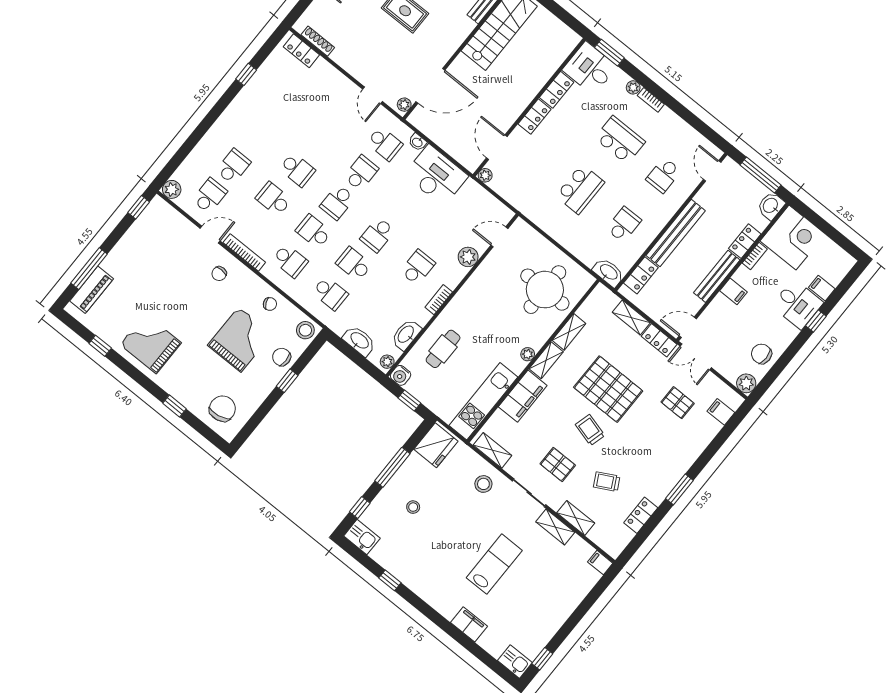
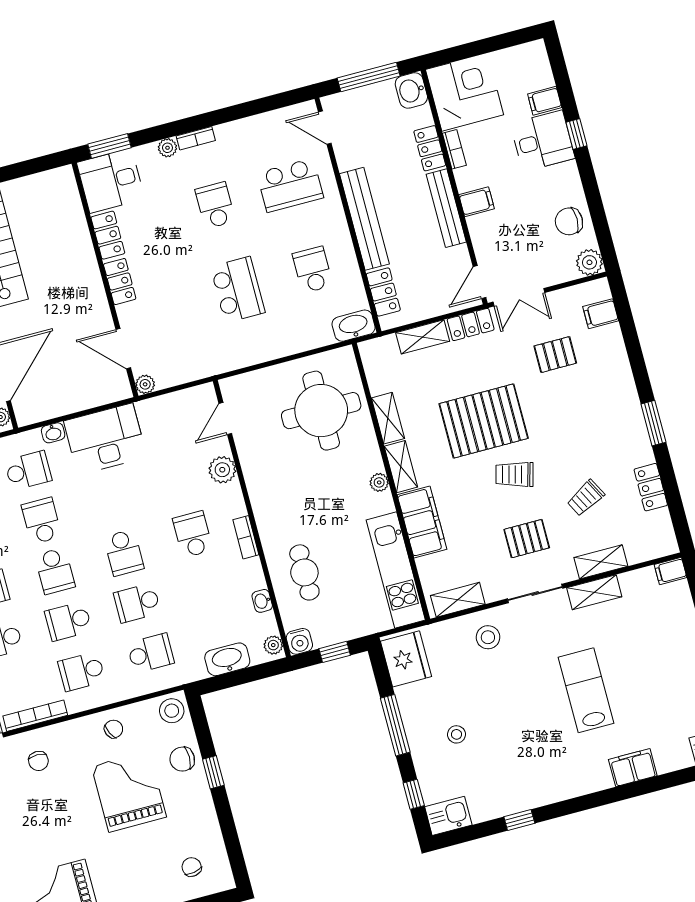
school desk: (620, 140) -> (215, 205), width x0.54
school desk: (664, 175) -> (290, 185), width x1.85
school desk: (290, 261) -> (82, 671), turned 180
washbasin: (406, 335) -> (262, 601), width x0.52, depth x0.69
chair: (222, 409) -> (192, 867), width x0.54, depth x0.54

